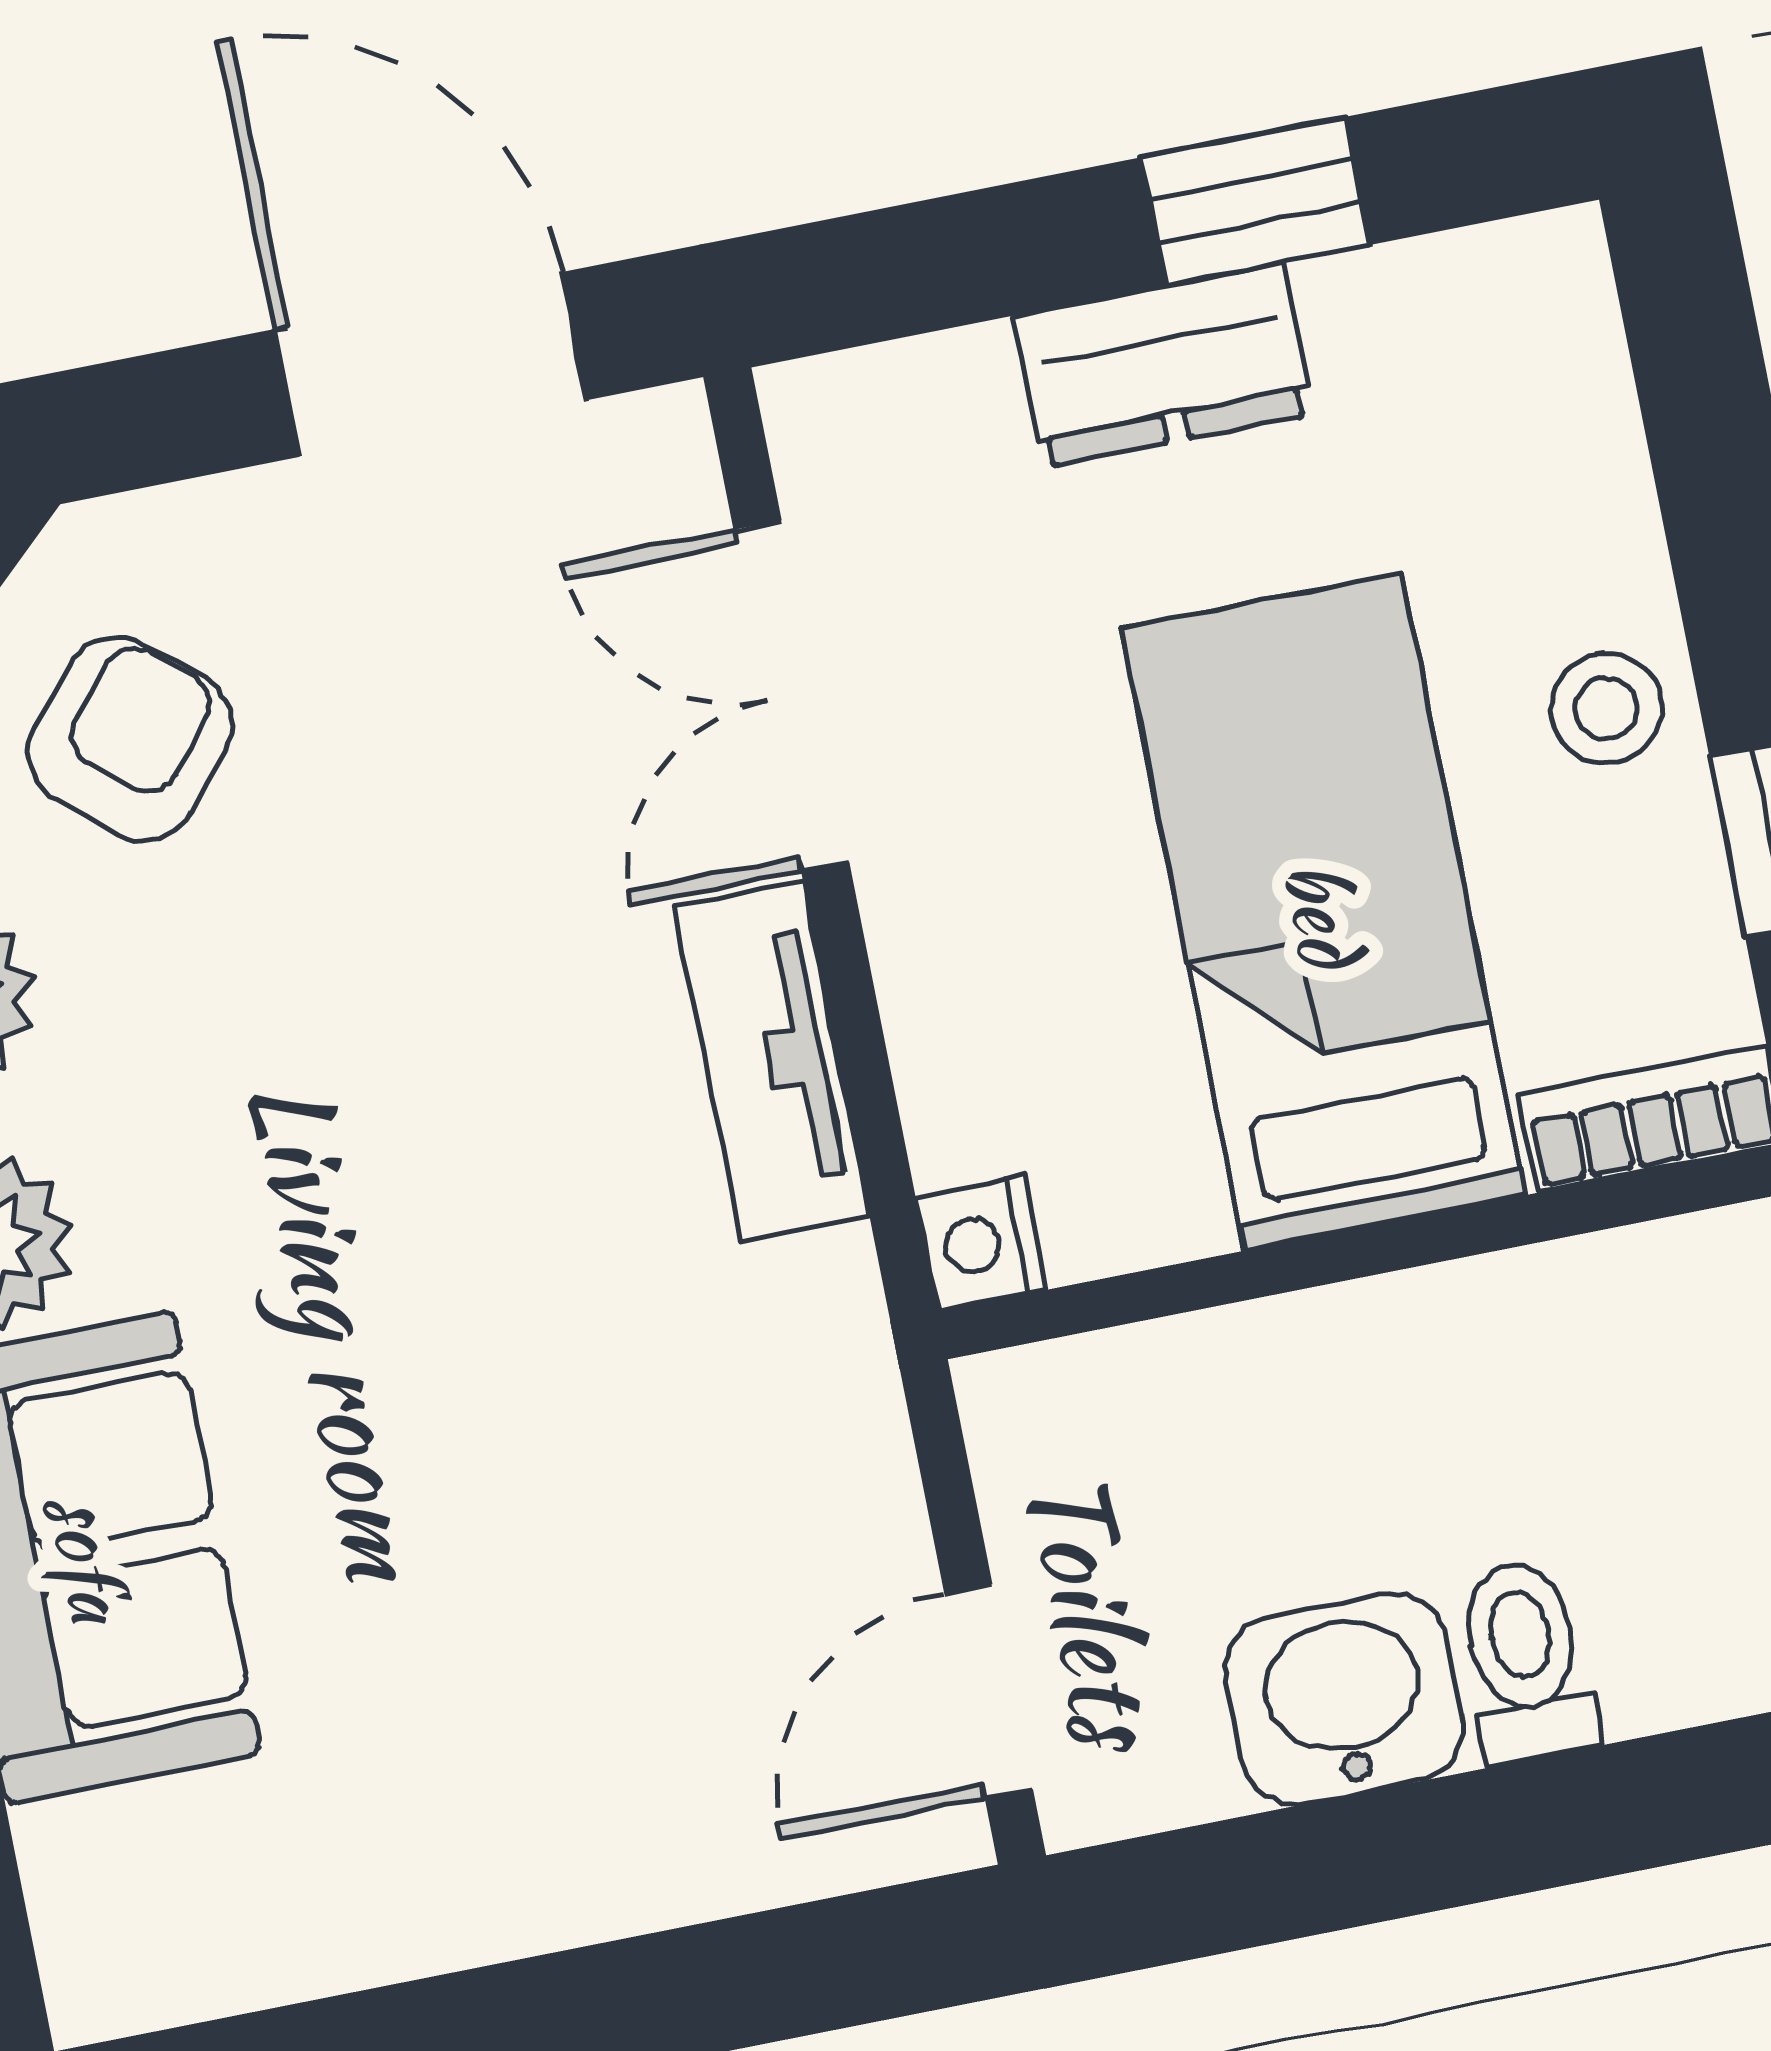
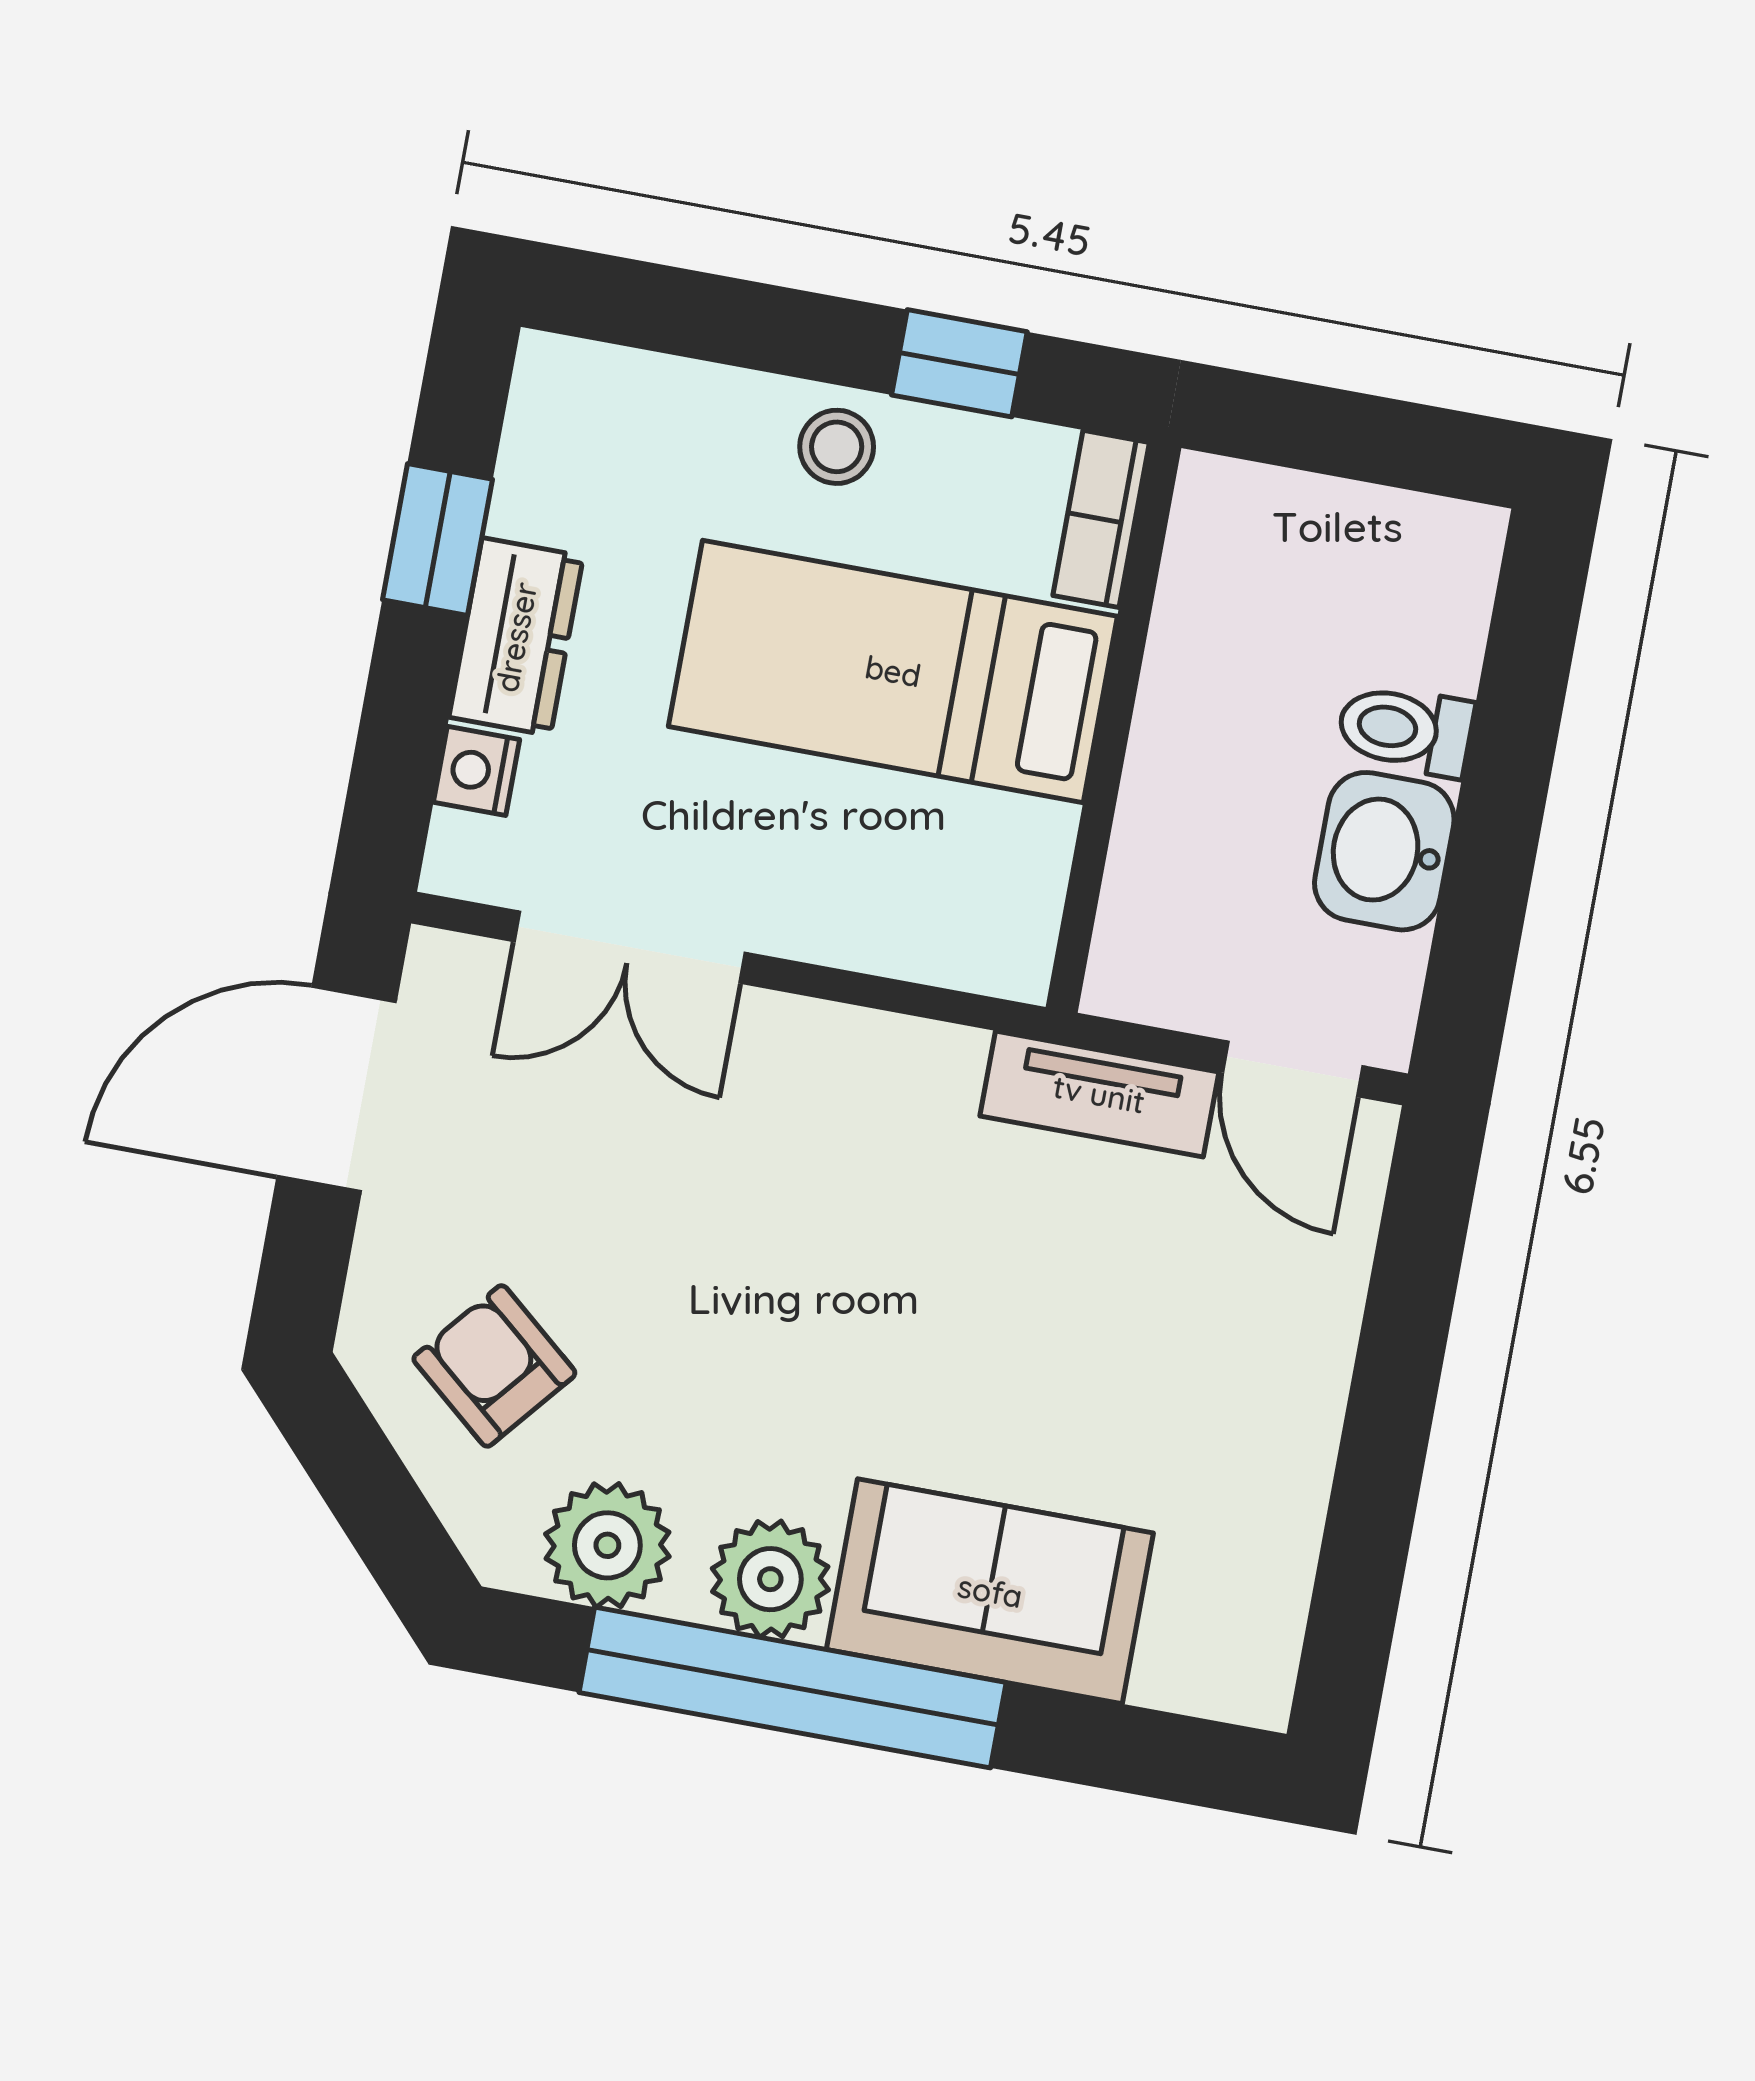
tv unit: (772, 1061) -> (1099, 1094), moved
nightstand: (981, 1243) -> (476, 771), moved, turned 90

